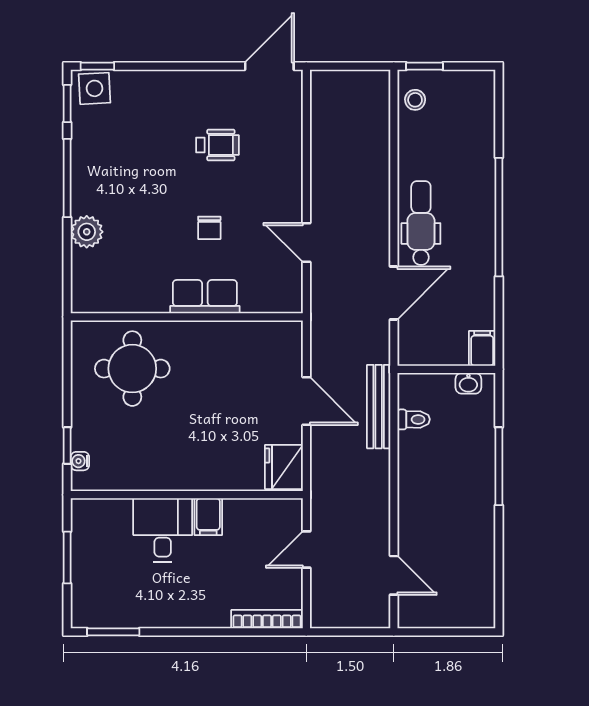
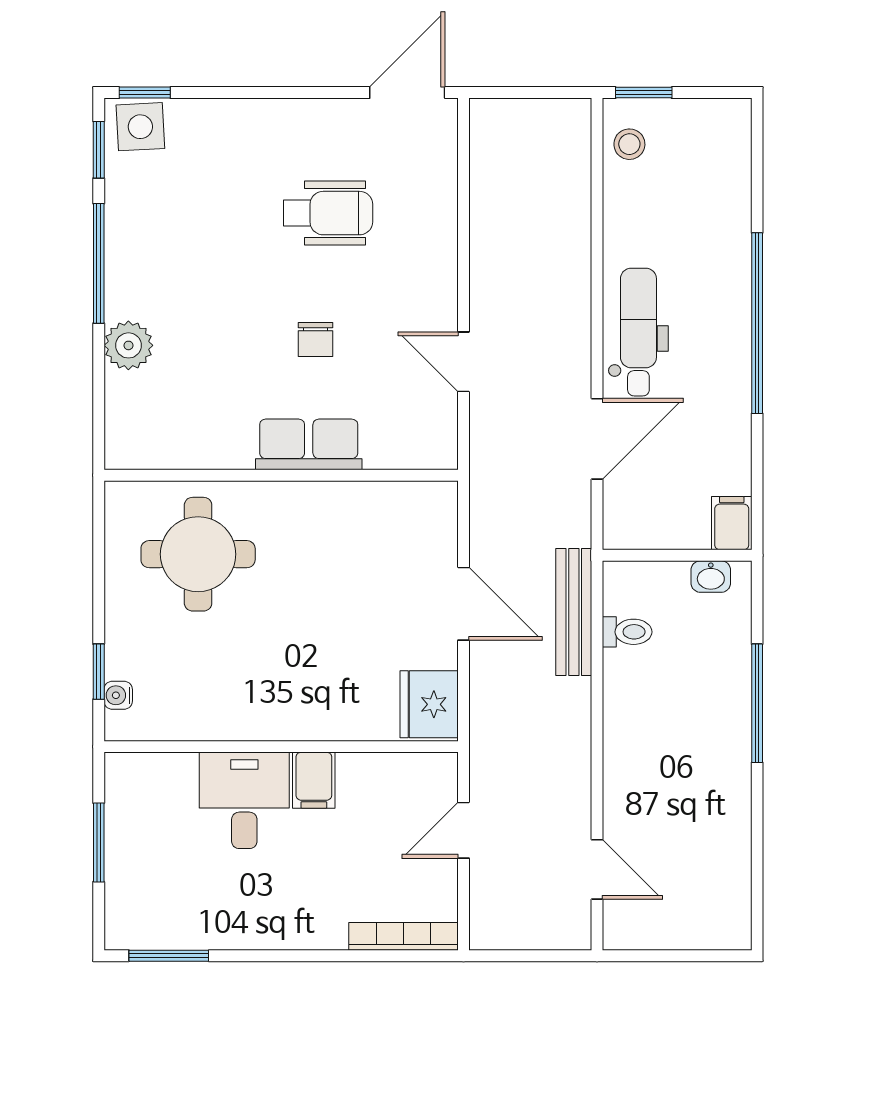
wheelchair: (217, 145) -> (328, 213), width x1.36, depth x1.37

